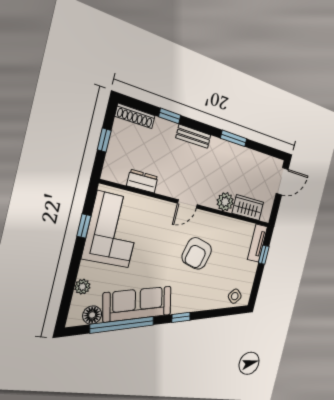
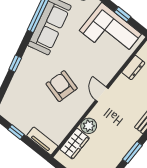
window: (264, 255) -> (16, 132), moved
side table: (235, 296) -> (11, 104), removed
window: (181, 317) -> (15, 64), moved

